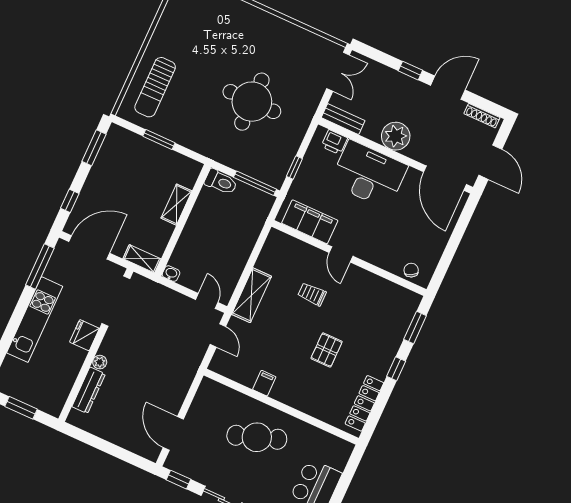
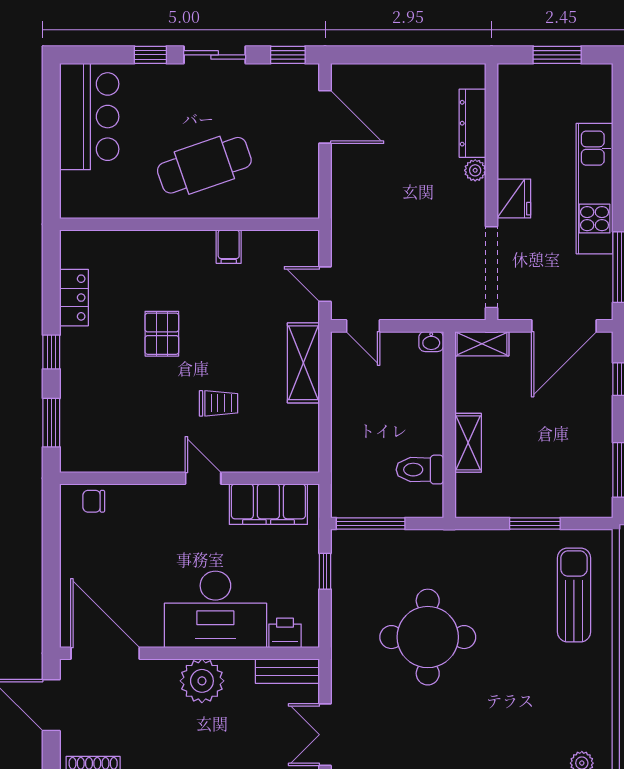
toilet: (221, 182) -> (420, 470), moved
chair: (411, 270) -> (94, 501), turned 119
locker: (364, 403) -> (74, 298), width x0.66

